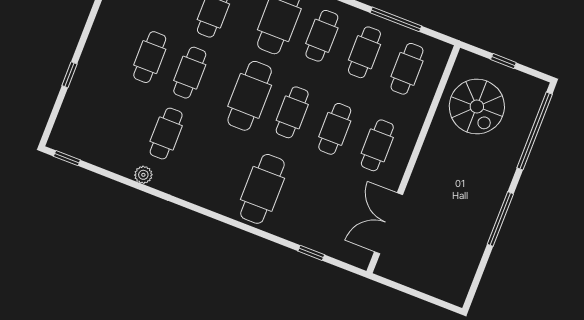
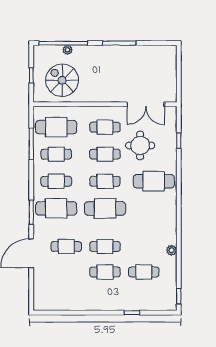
cafe table: (407, 69) -> (56, 127), width x1.37, depth x1.35
spiral stairs: (477, 107) -> (62, 80), turned -90
cafe table: (166, 134) -> (144, 272), moved
plant: (521, 134) -> (68, 50), added
round table: (327, 189) -> (140, 145), added

